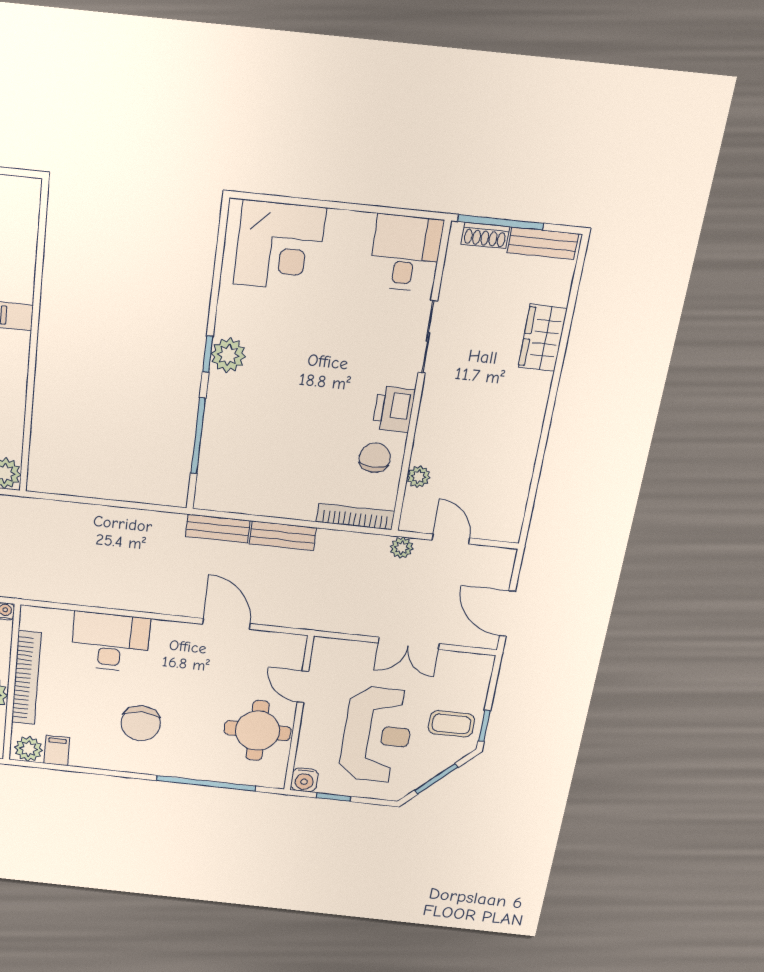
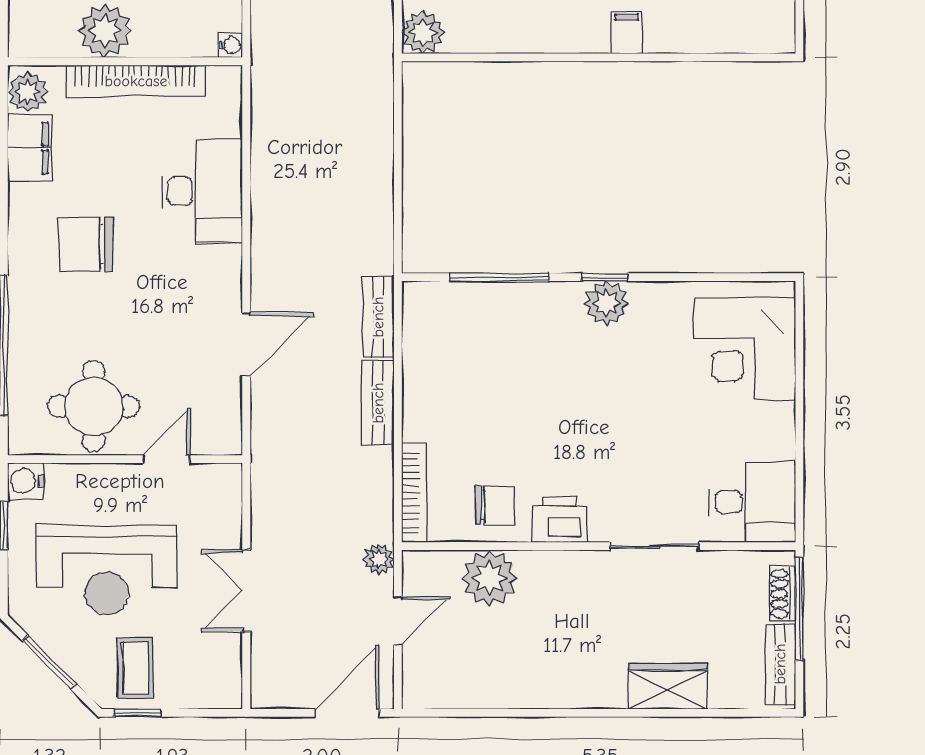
plant: (419, 477) -> (489, 578), width x1.88, depth x1.88
door: (507, 614) -> (347, 713), moved
filing cabinet: (57, 751) -> (30, 148), width x2.00

